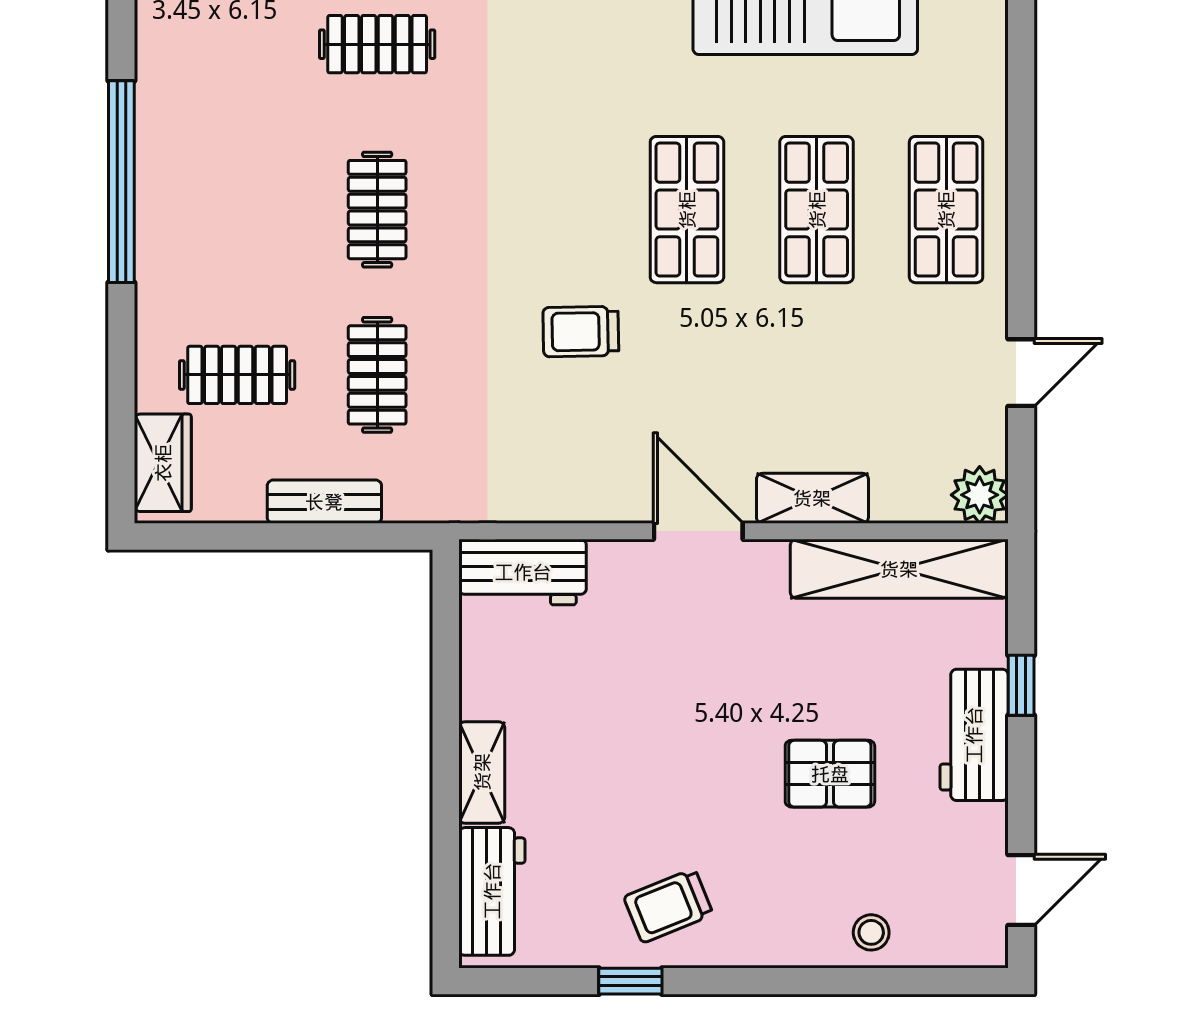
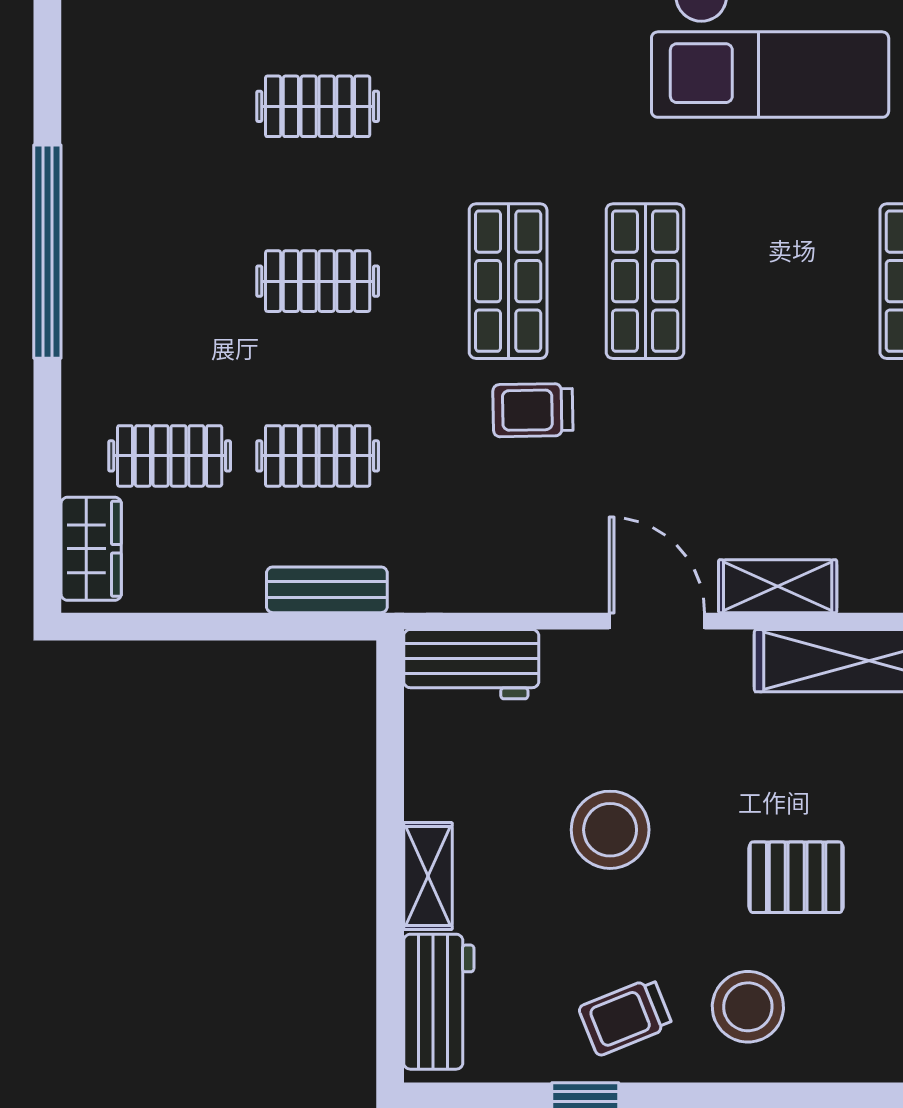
clothes rail: (377, 210) -> (318, 281), turned 90
shop shelf: (817, 210) -> (508, 281), moved
clothes rail: (377, 375) -> (318, 456), turned 90
bench: (324, 502) -> (327, 590), moved
stool: (654, 729) -> (610, 830), added
stool: (871, 932) -> (748, 1007), moved, width x1.89, depth x1.89

